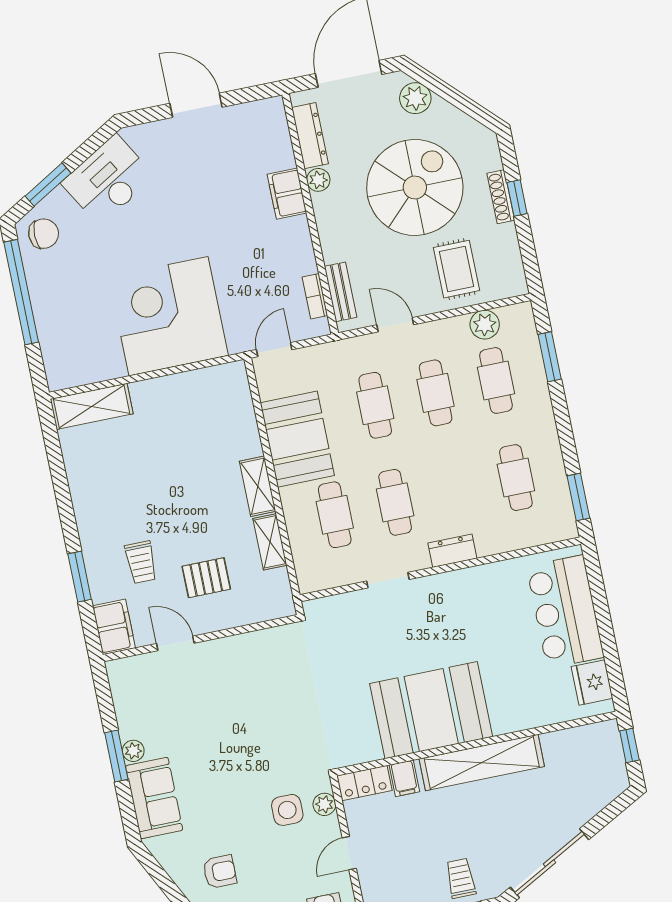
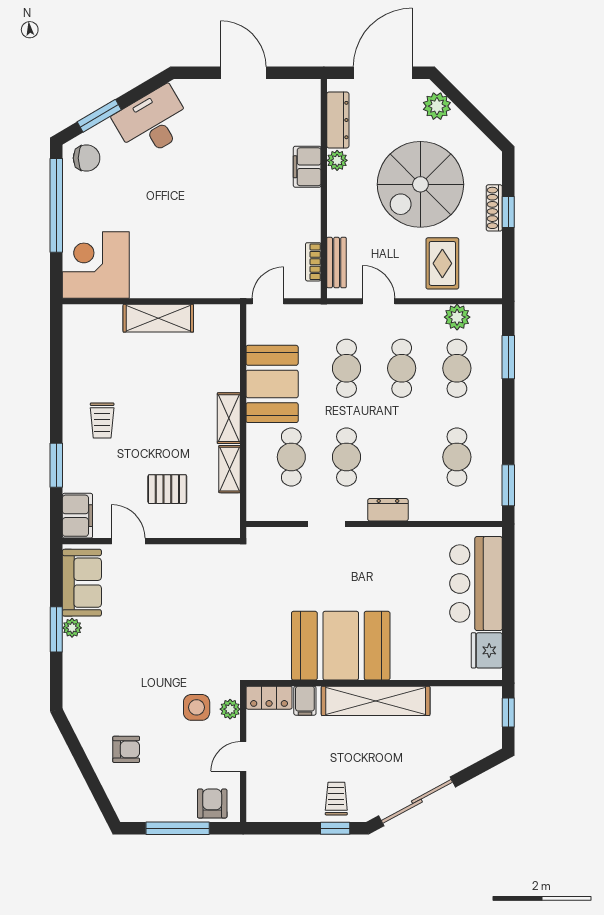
spiral stairs: (415, 187) -> (420, 184), turned 180
corner desk: (168, 316) -> (96, 265), moved, width x0.74, depth x0.74
shelving: (92, 406) -> (158, 318), moved
trolley: (141, 562) -> (102, 420), moved
sofa: (154, 798) -> (82, 583), moved

